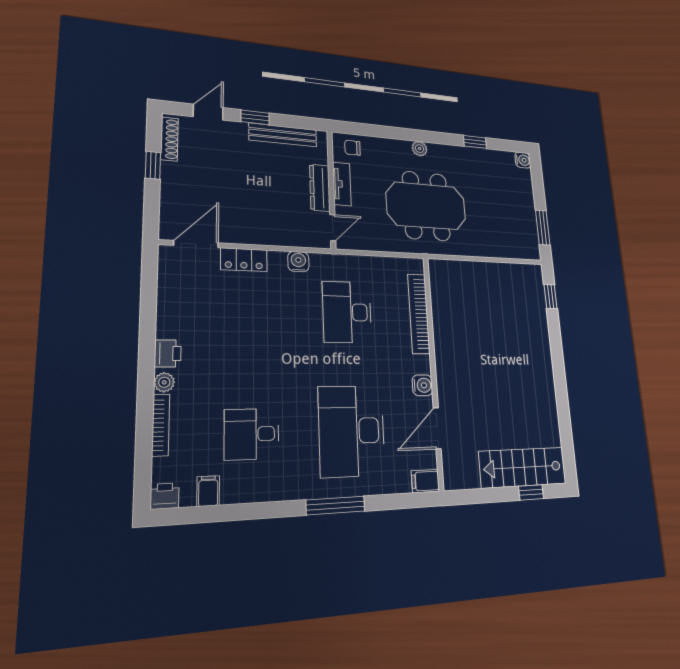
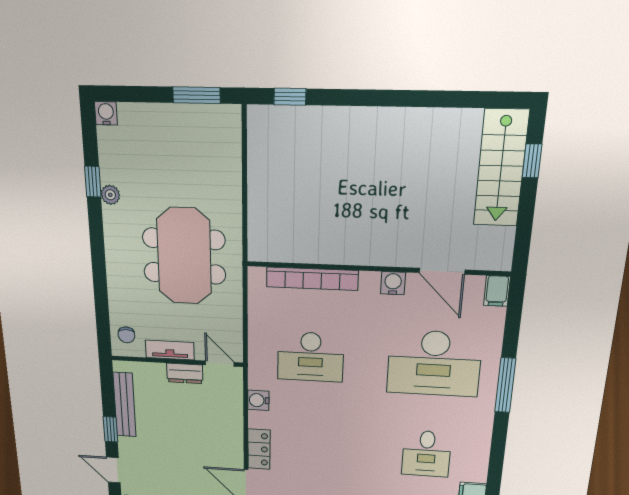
plant: (420, 149) -> (110, 195), moved
dresser: (320, 188) -> (185, 373), width x0.70

